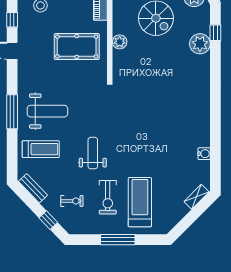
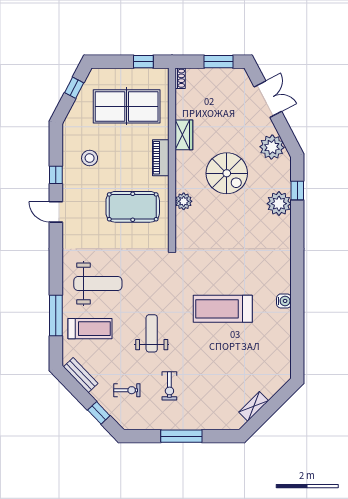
window: (12, 112) -> (56, 316), moved
water cooler: (204, 154) -> (284, 301), moved
exercise bike: (108, 197) -> (169, 386), width x0.73, depth x0.72
shelving: (196, 197) -> (254, 406), moved
treadmill: (140, 202) -> (223, 309), moved, turned -90

